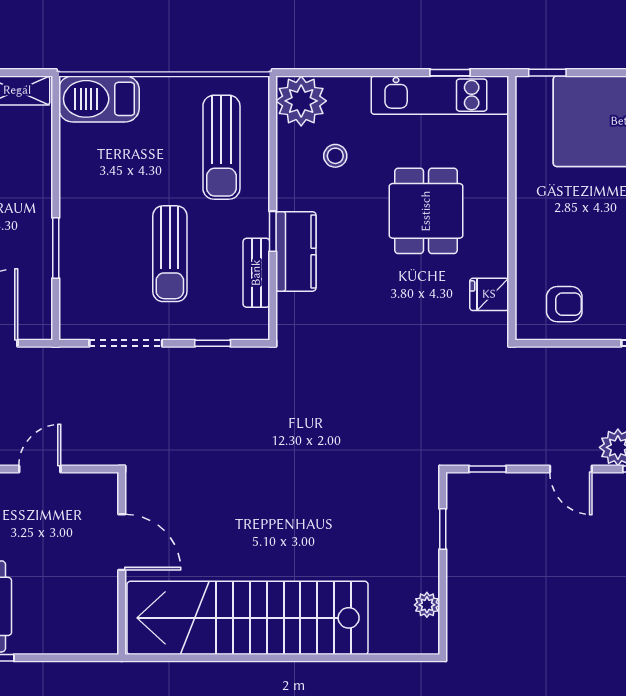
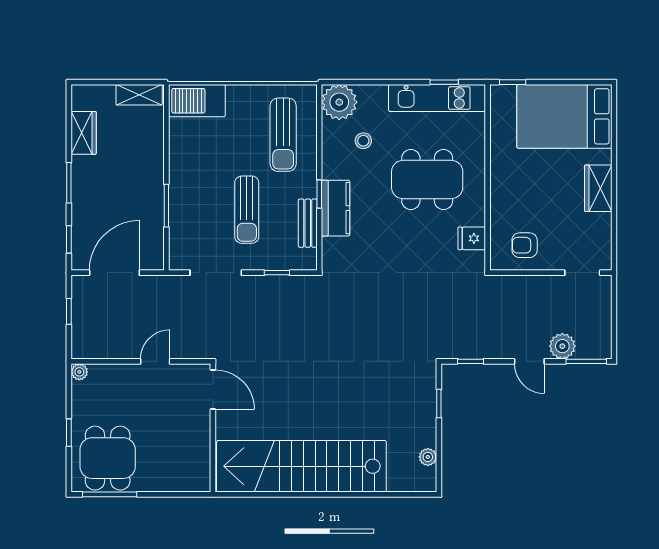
dining table: (426, 211) -> (427, 180), width x1.38
armchair: (564, 304) -> (525, 245), turned 180
door: (122, 542) -> (213, 389), moved

